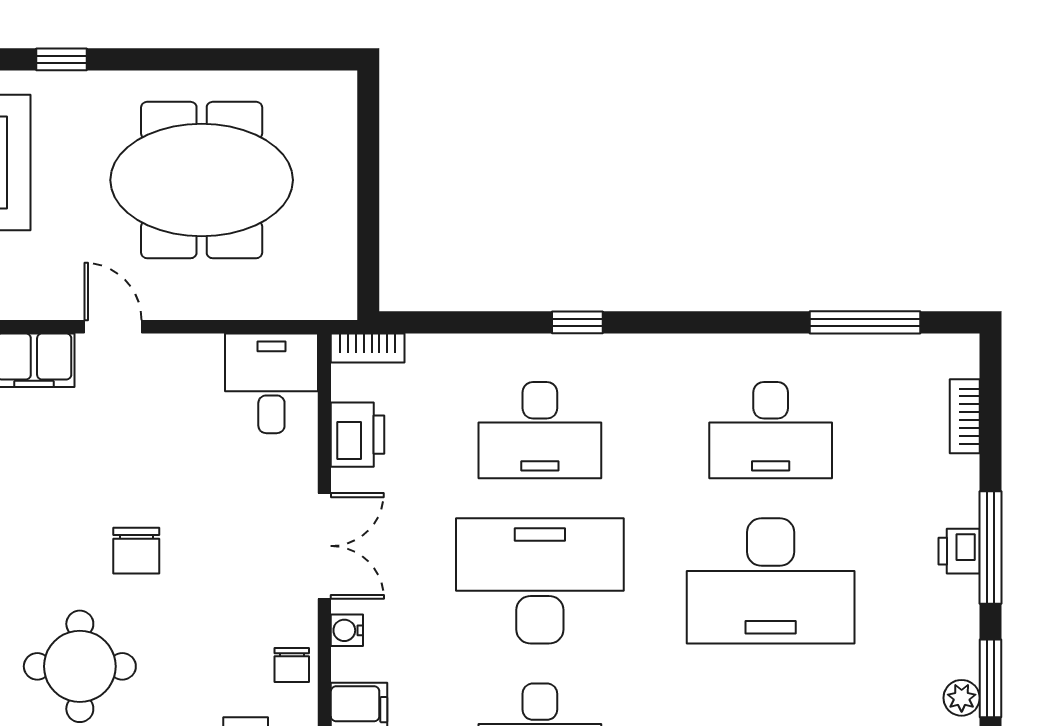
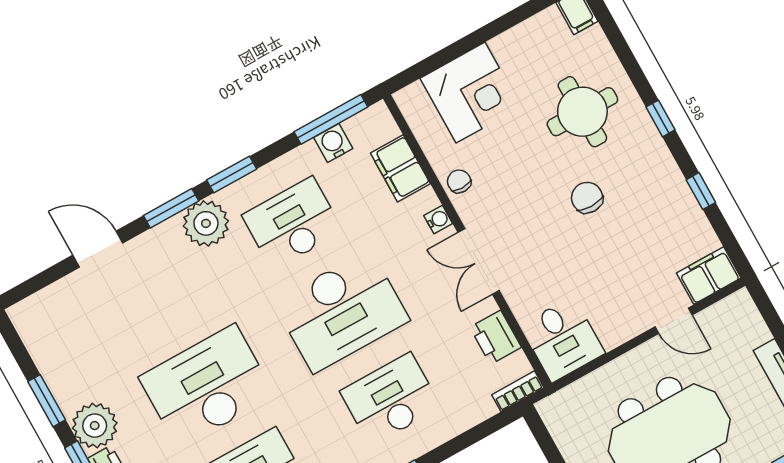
plant: (962, 698) -> (95, 426), moved, width x1.87, depth x1.87

